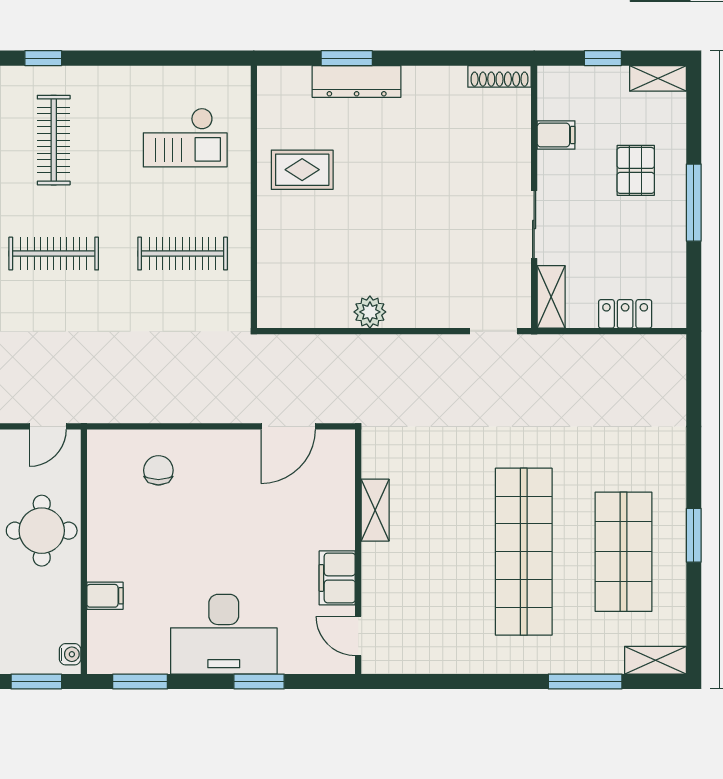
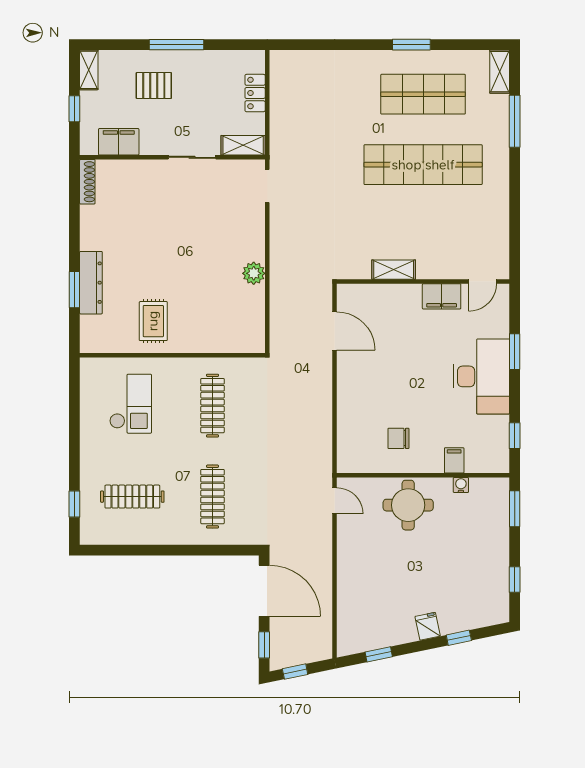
filing cabinet: (556, 135) -> (119, 142), width x2.00
chair: (158, 470) -> (398, 438), moved
water cooler: (70, 654) -> (461, 485), moved
window: (140, 681) -> (515, 436), width x0.67

